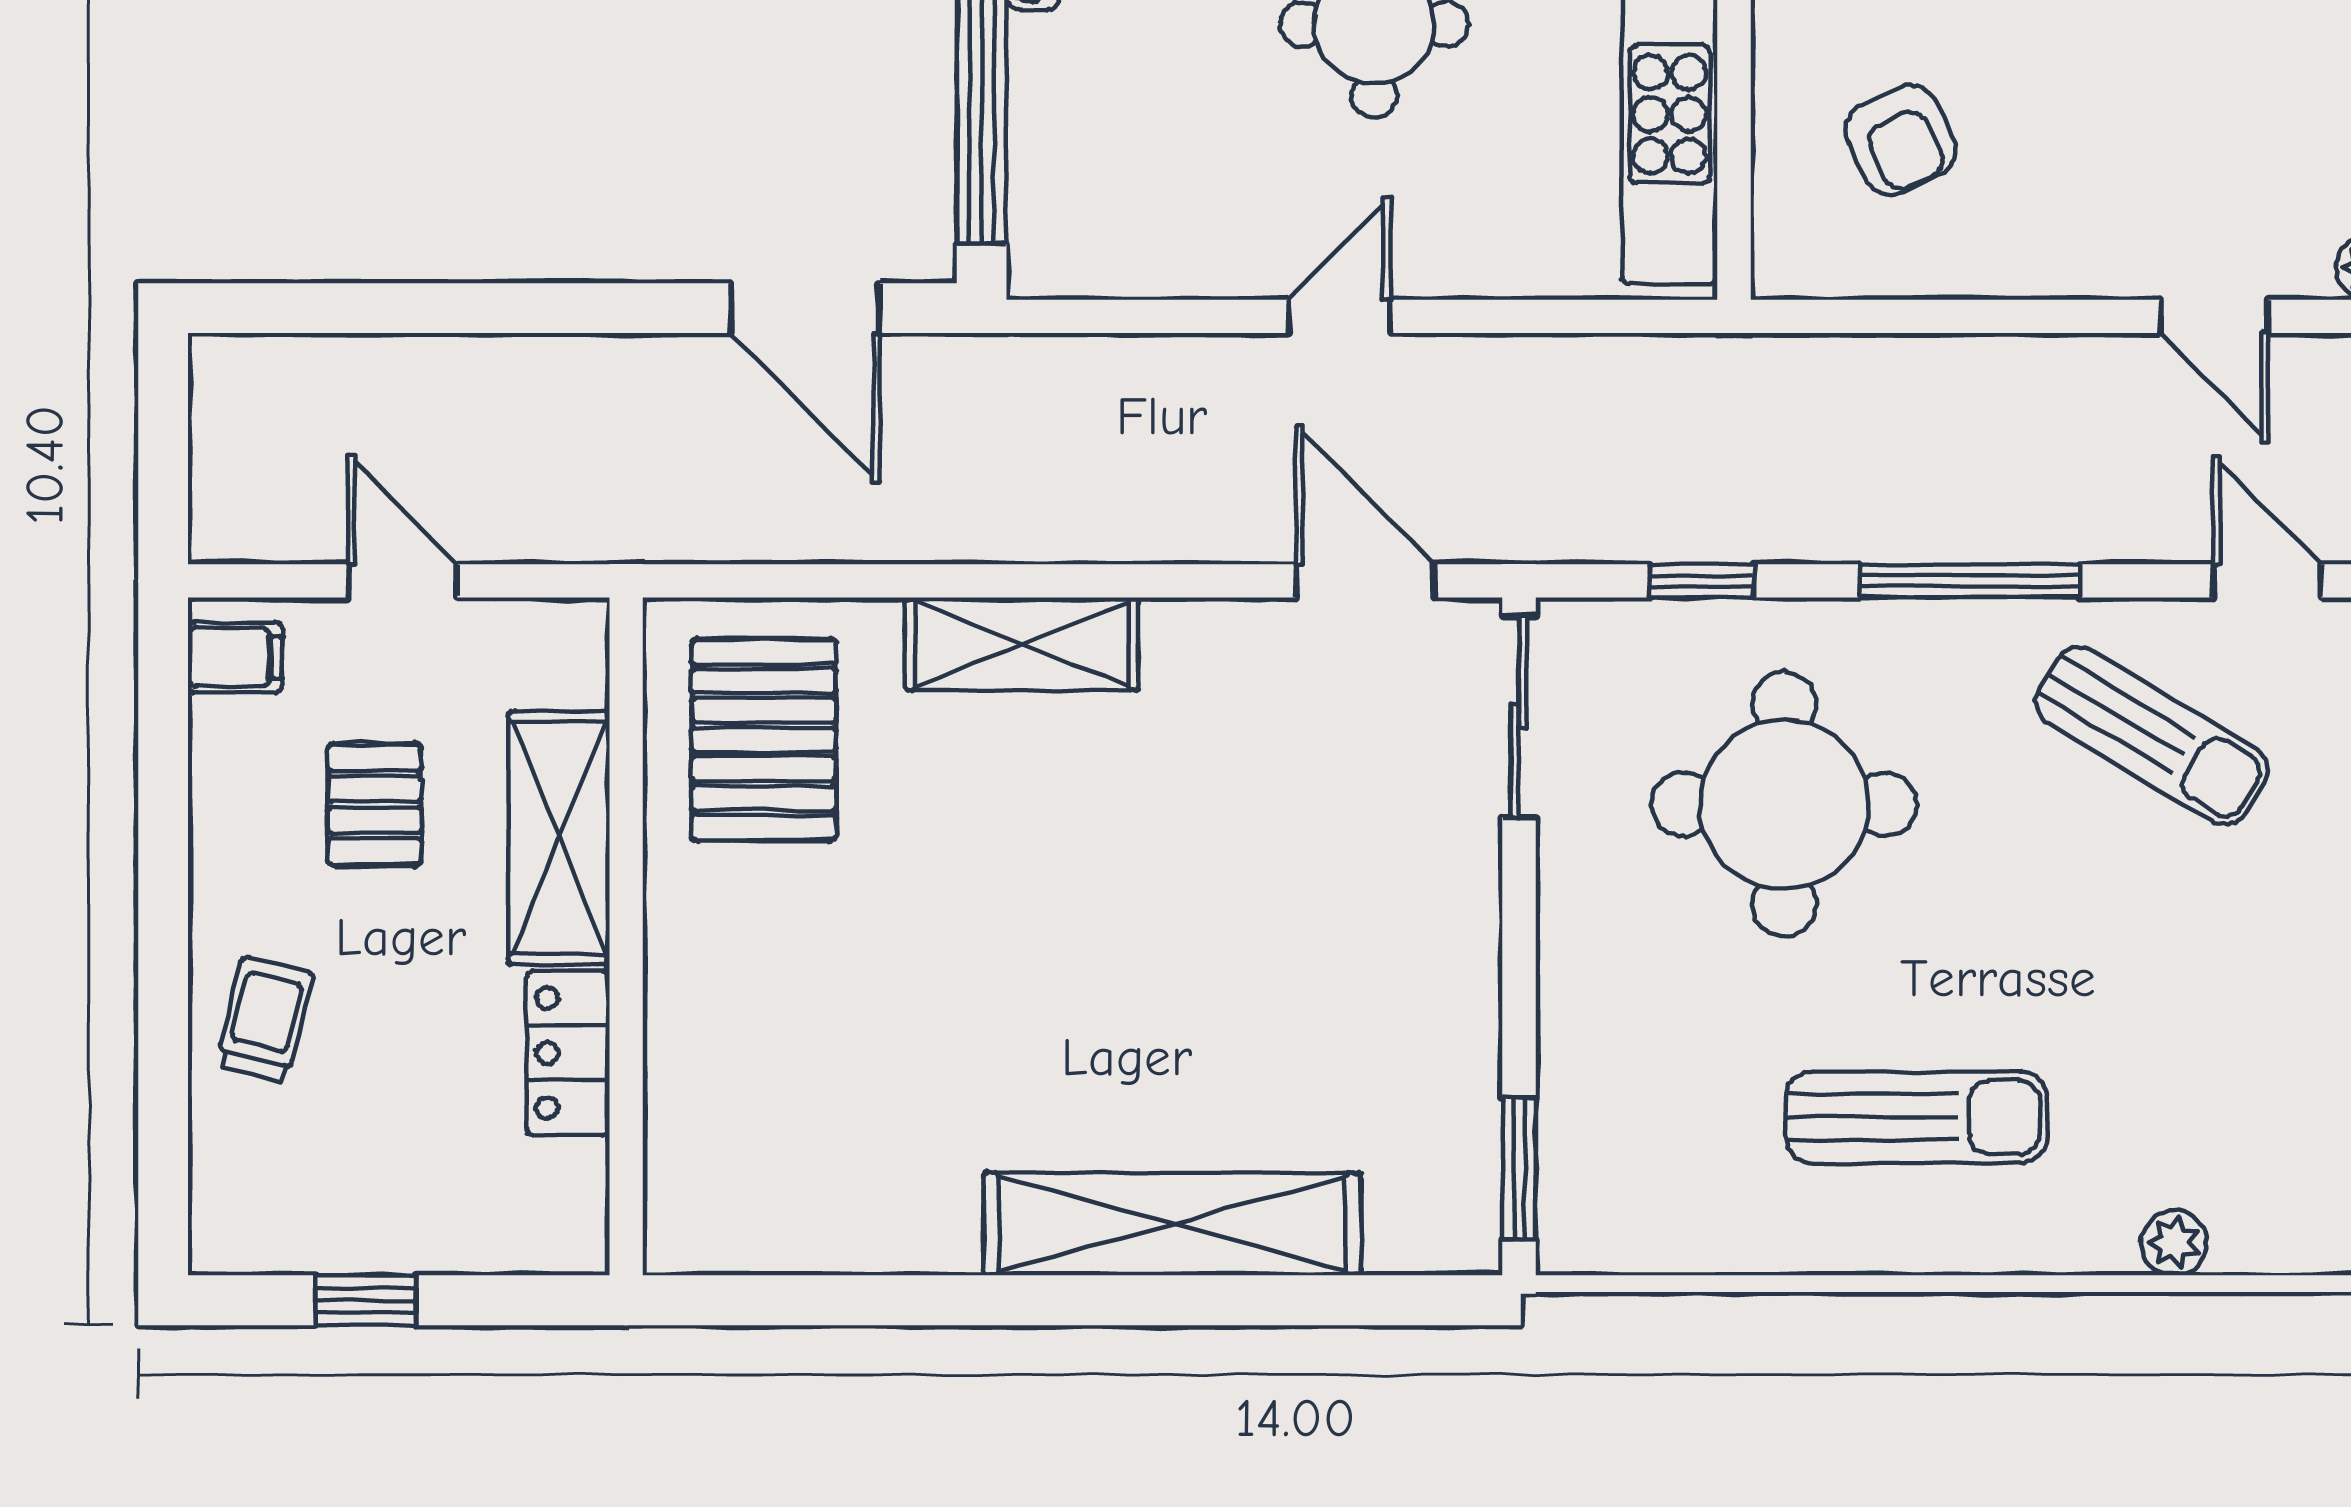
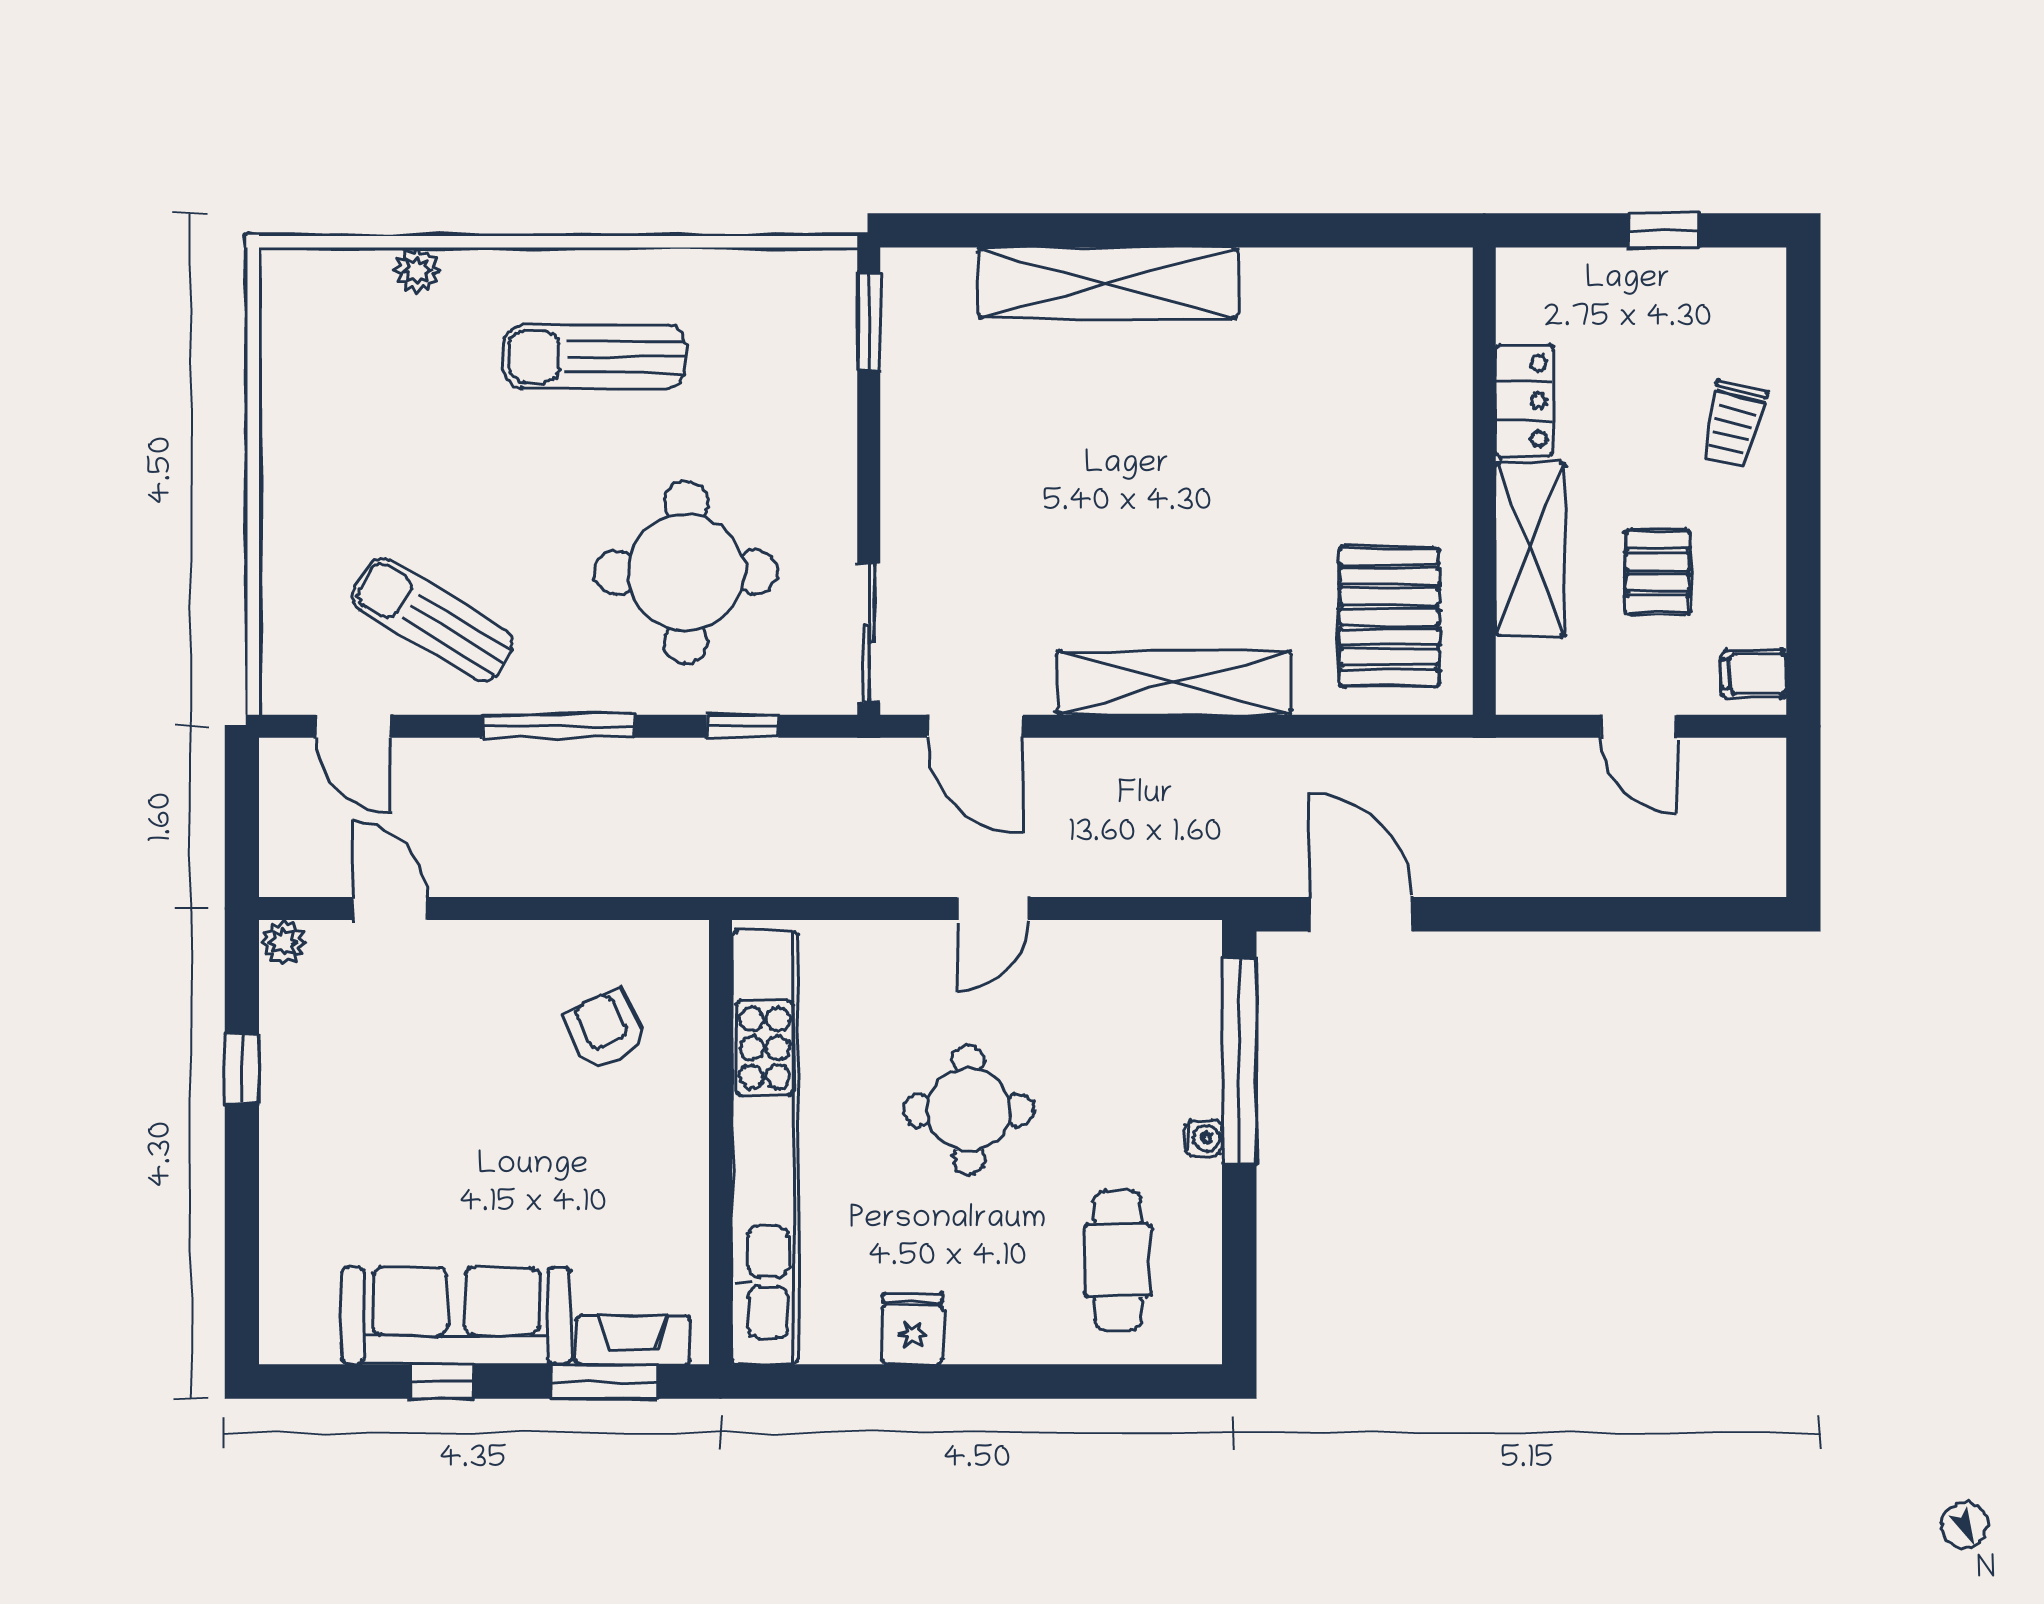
shelving: (1022, 644) -> (1174, 683), width x1.47

